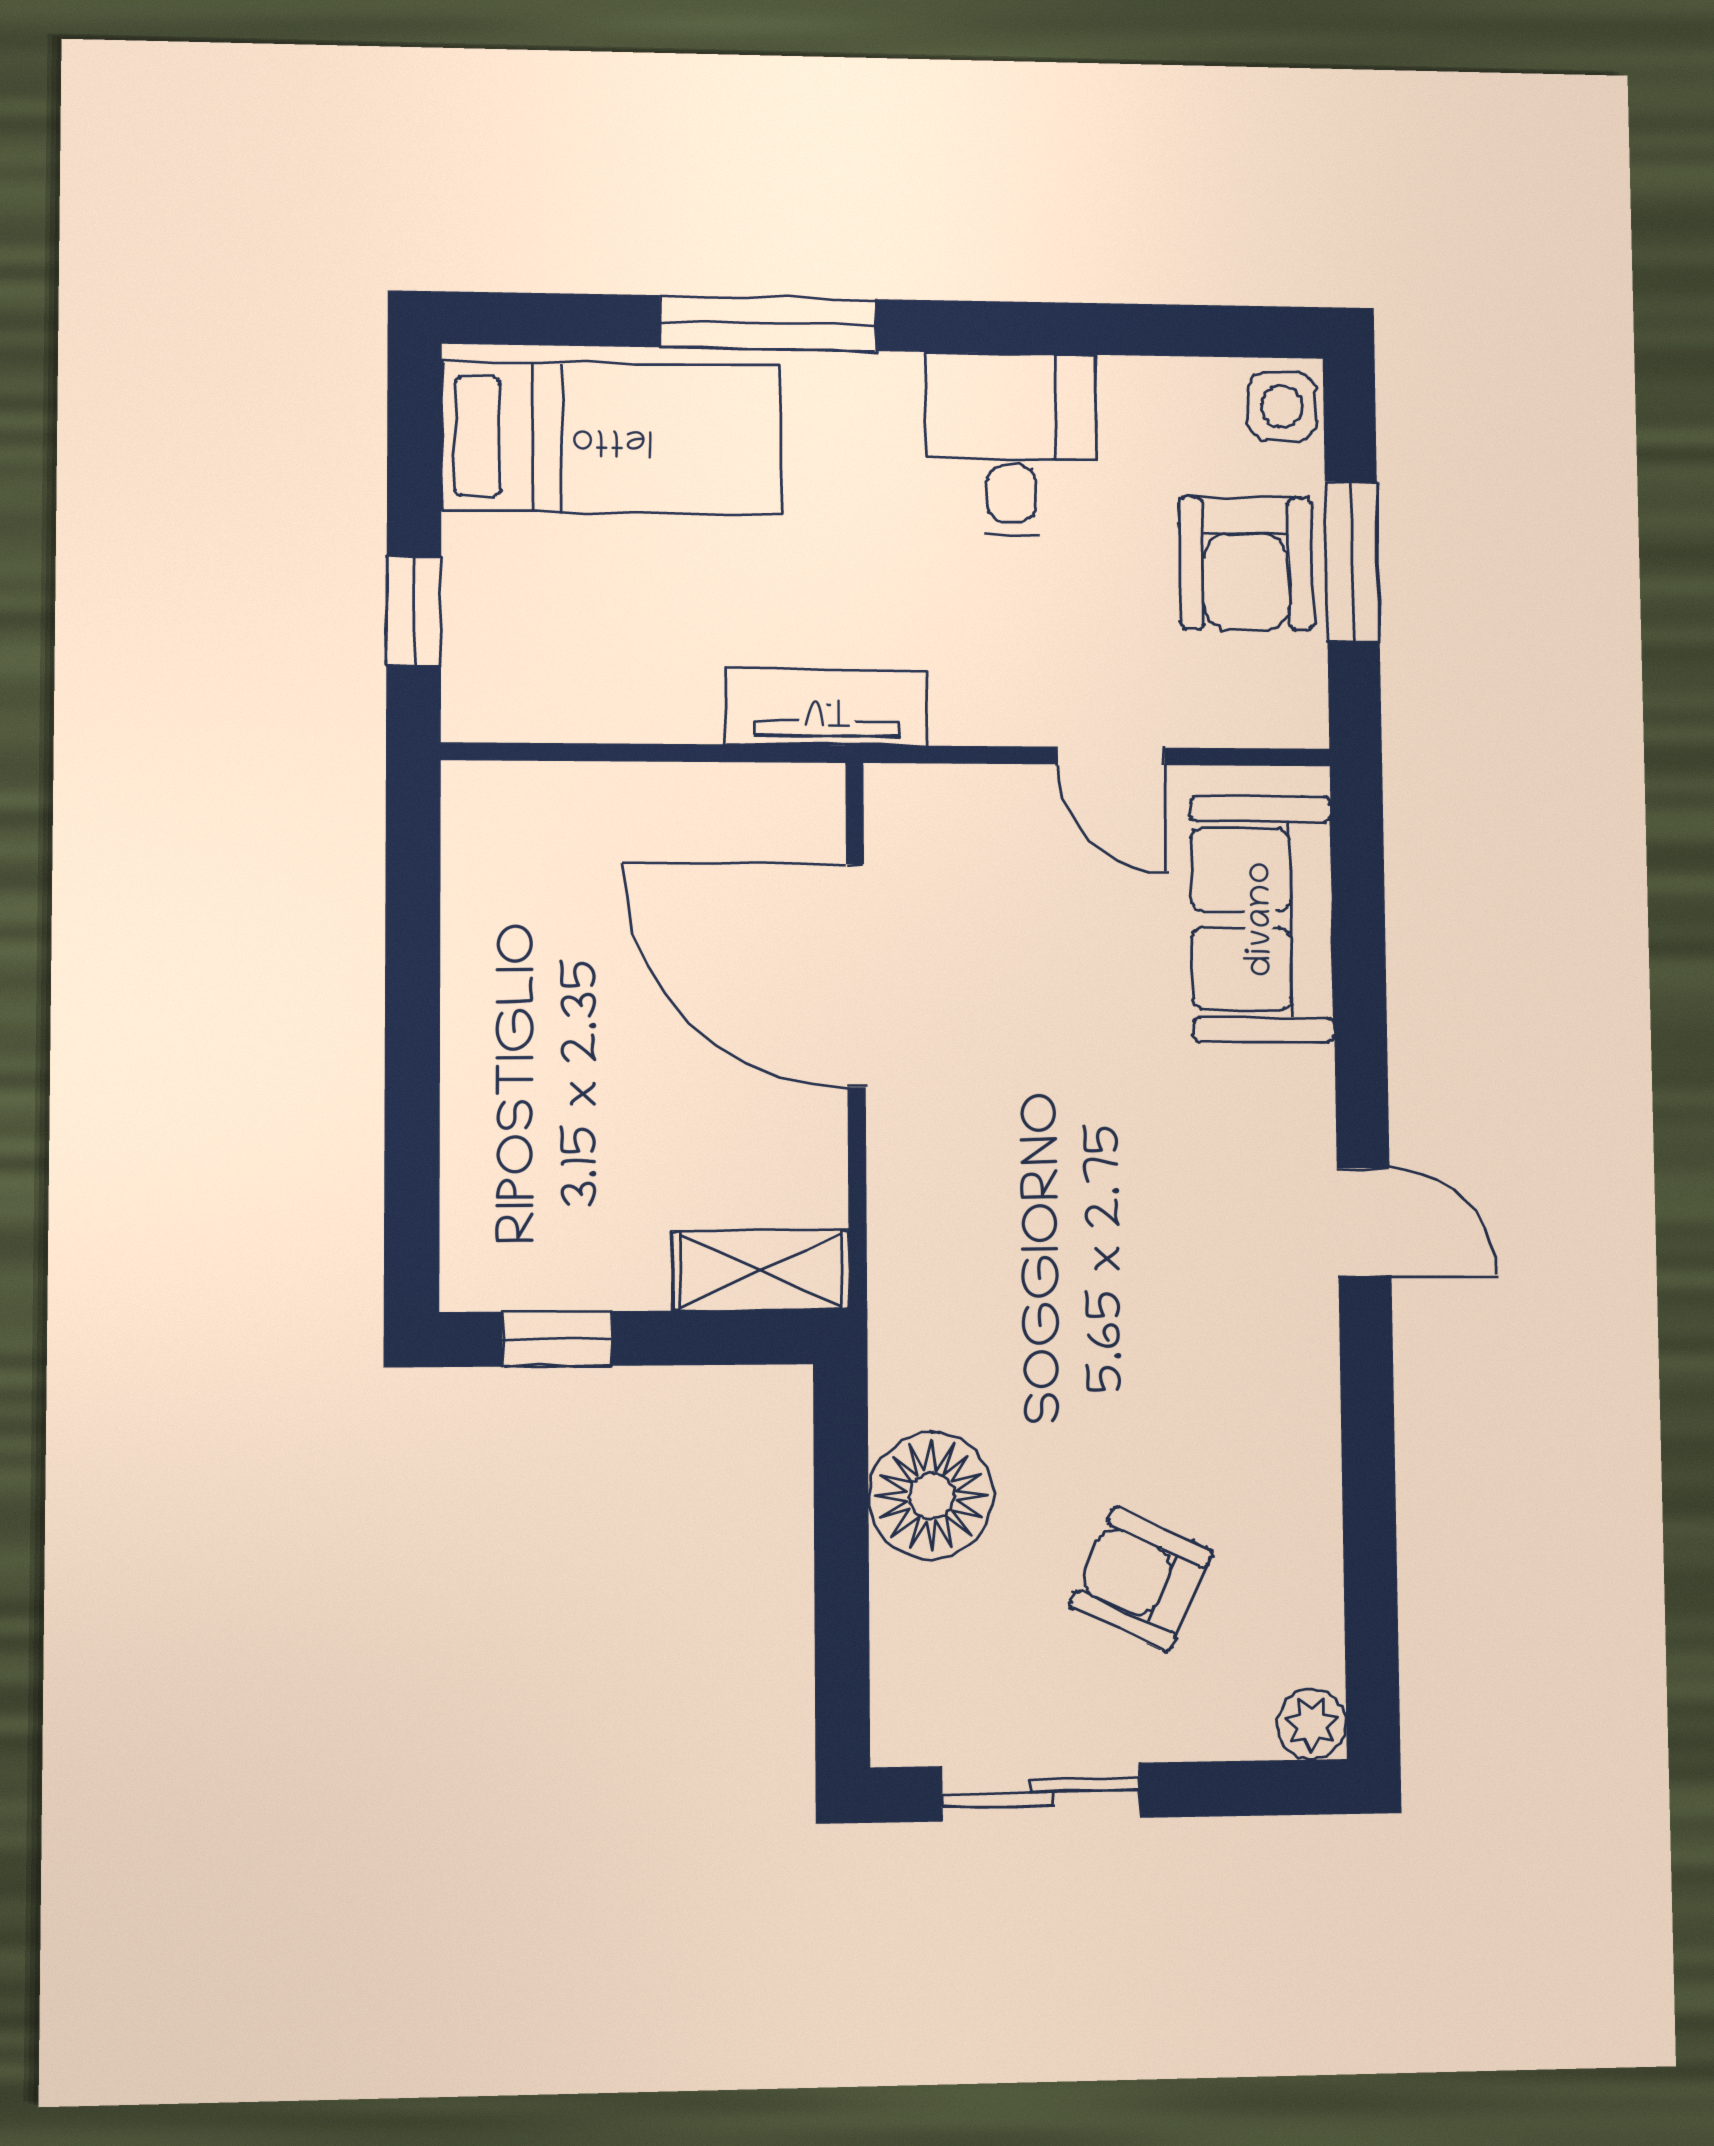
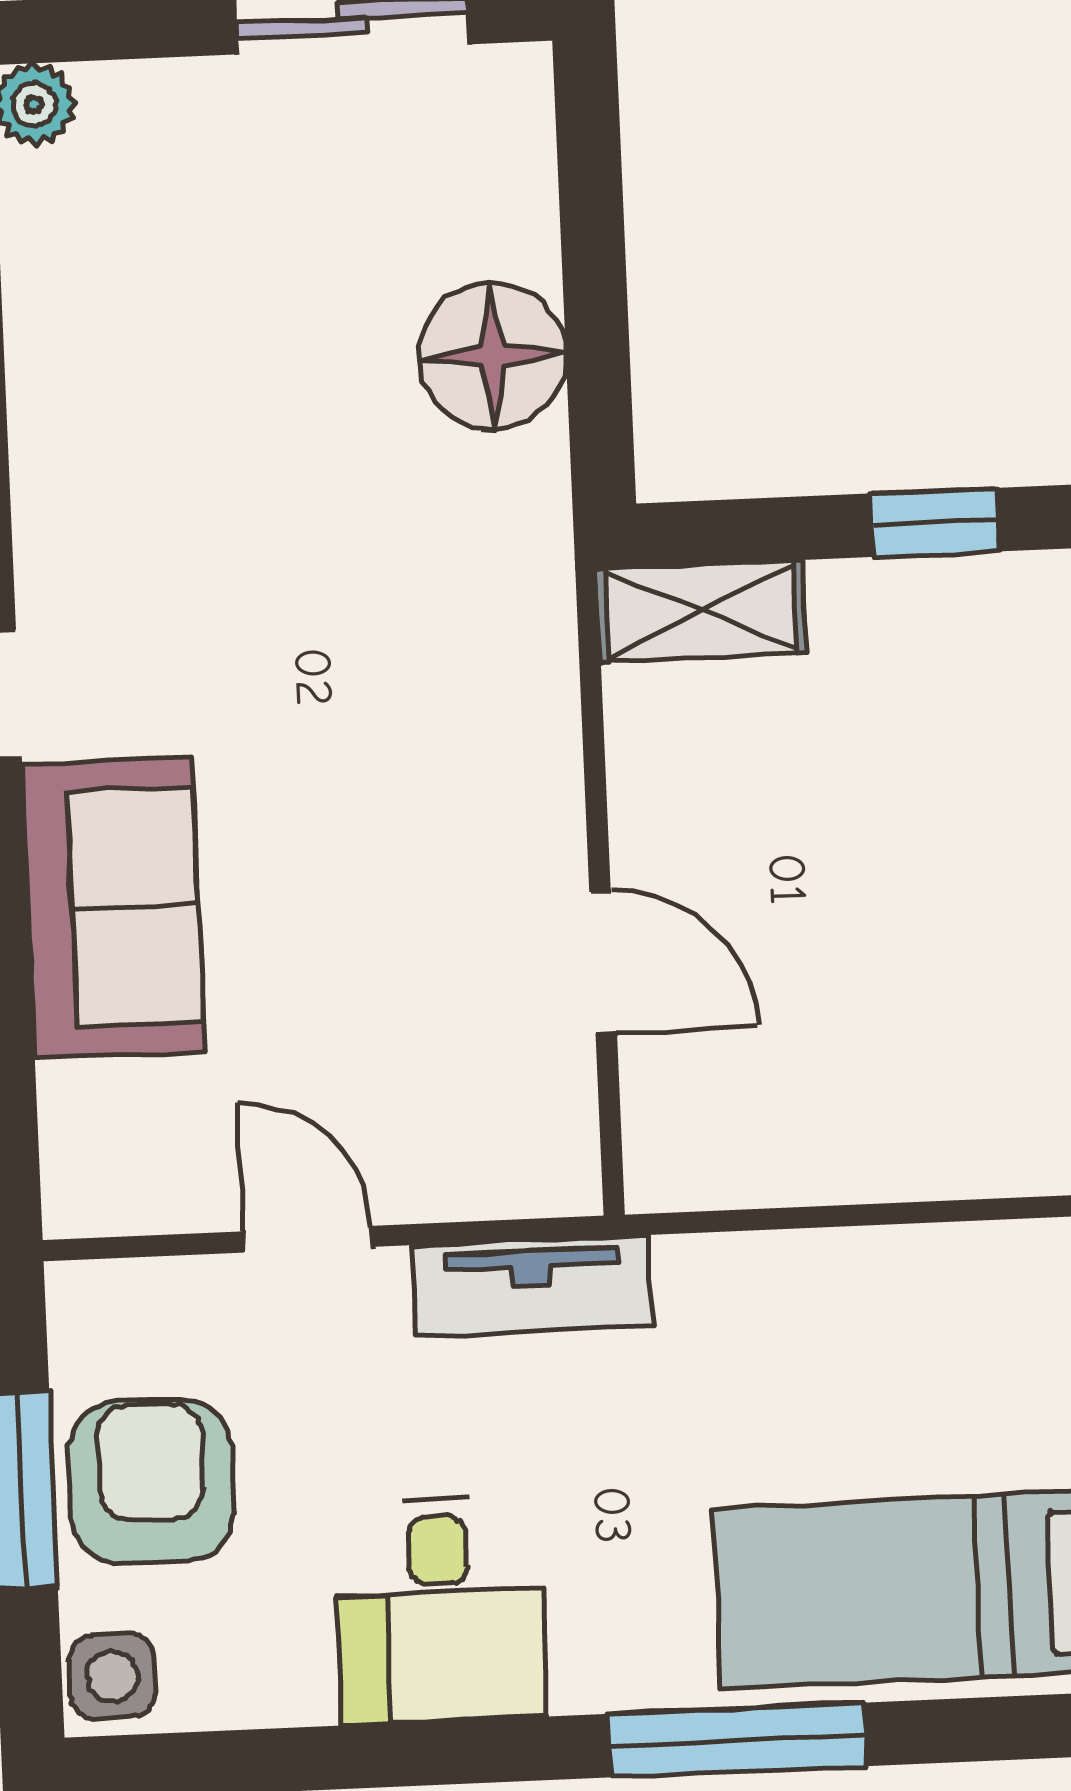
tv unit: (827, 707) -> (532, 1285), moved
sofa: (1262, 919) -> (113, 907), moved
door: (856, 975) -> (603, 962), width x0.53
armchair: (1141, 1579) -> (242, 267), removed

